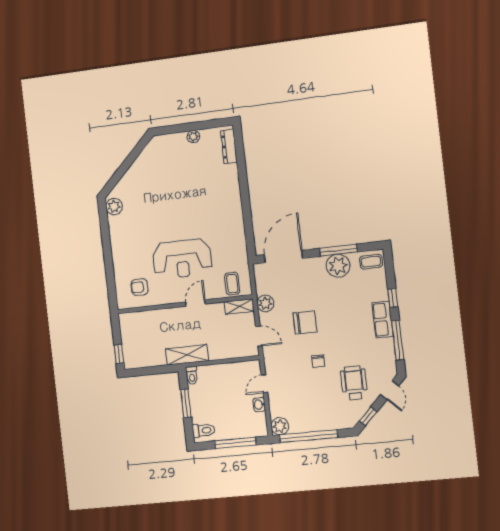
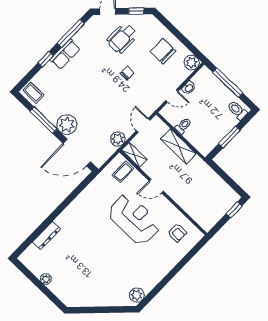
dresser: (229, 146) -> (47, 236), moved
plant: (338, 266) -> (67, 125), moved
chair: (305, 322) -> (163, 51), moved
shelving: (187, 355) -> (178, 146), moved
toilet: (192, 375) -> (183, 126), moved
window: (309, 436) -> (182, 38), removed

